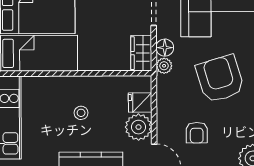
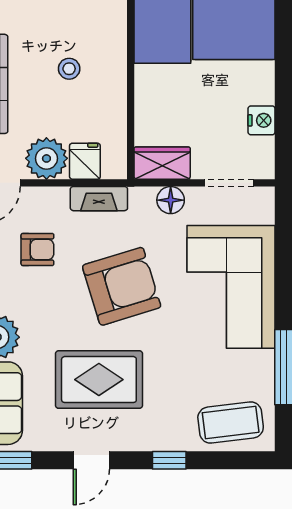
plant: (164, 66) -> (142, 199), removed
fireplace: (164, 93) -> (99, 199), added
armchair: (197, 133) -> (37, 249), turned 180

